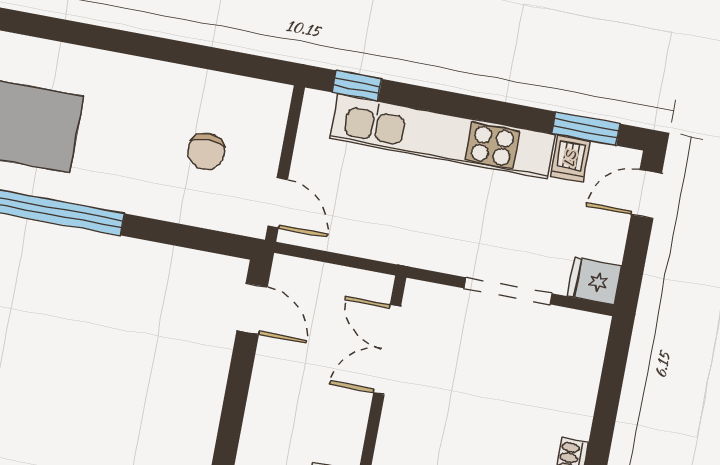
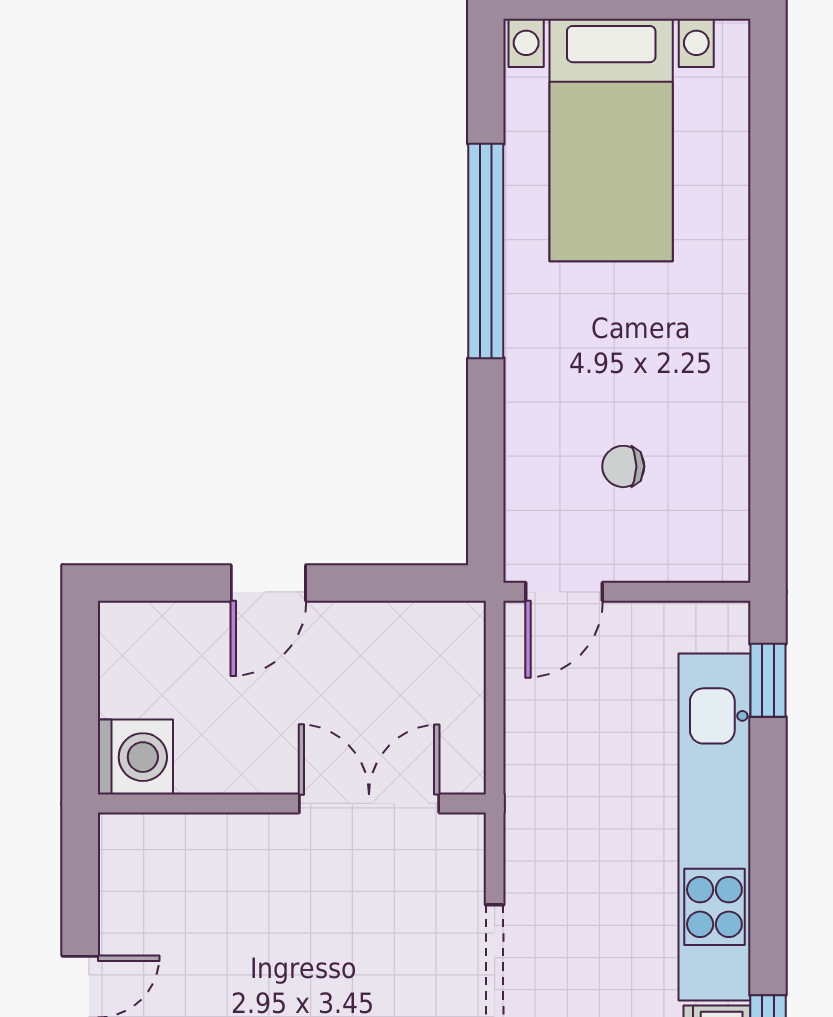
chair: (206, 151) -> (623, 466), width x0.73, depth x0.73
door: (252, 309) -> (268, 583), moved

